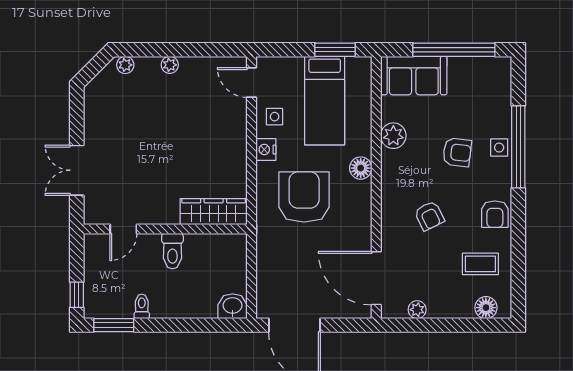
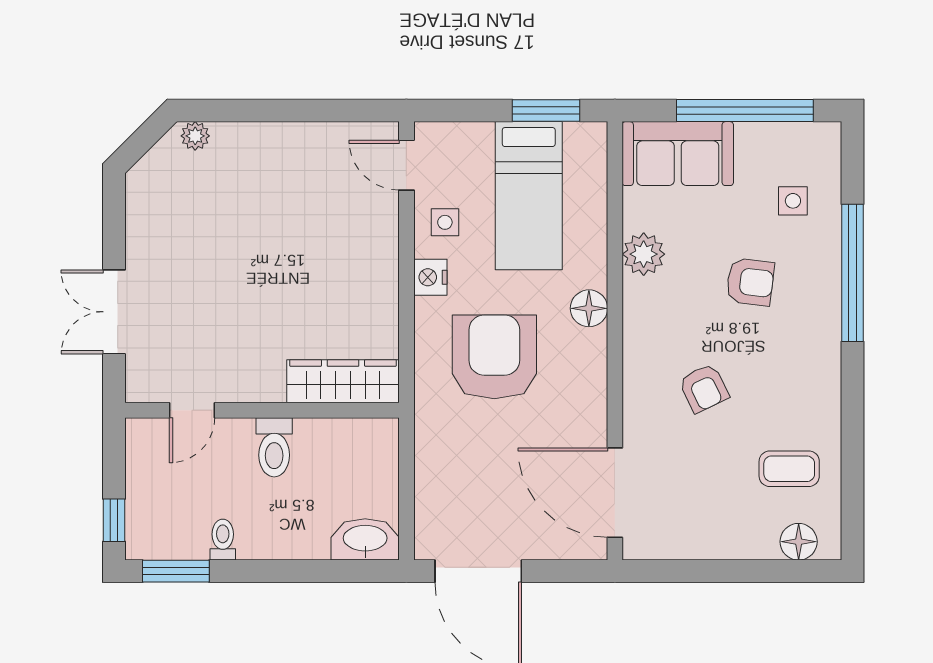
plant: (170, 65) -> (270, 136), removed
side table: (499, 148) -> (793, 201), moved
armchair: (495, 214) -> (813, 385), removed
washbasin: (233, 306) -> (365, 539), width x1.38
plant: (417, 310) -> (683, 545), removed

